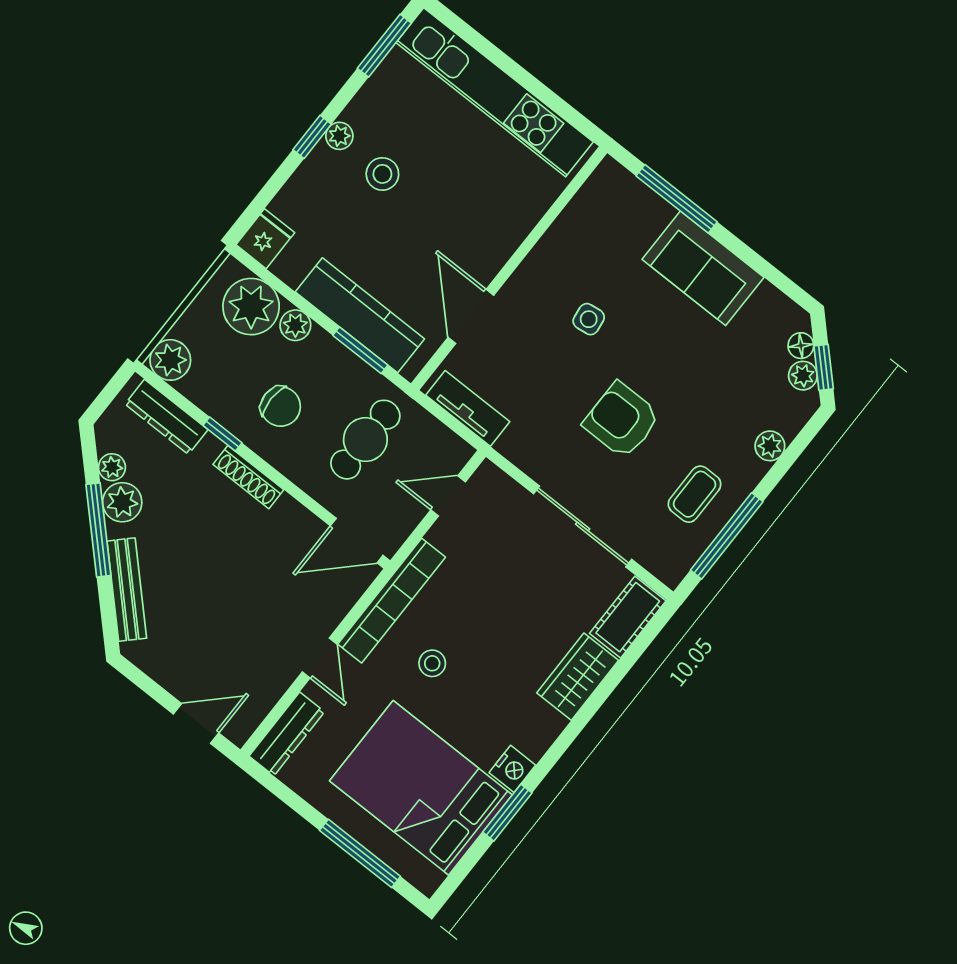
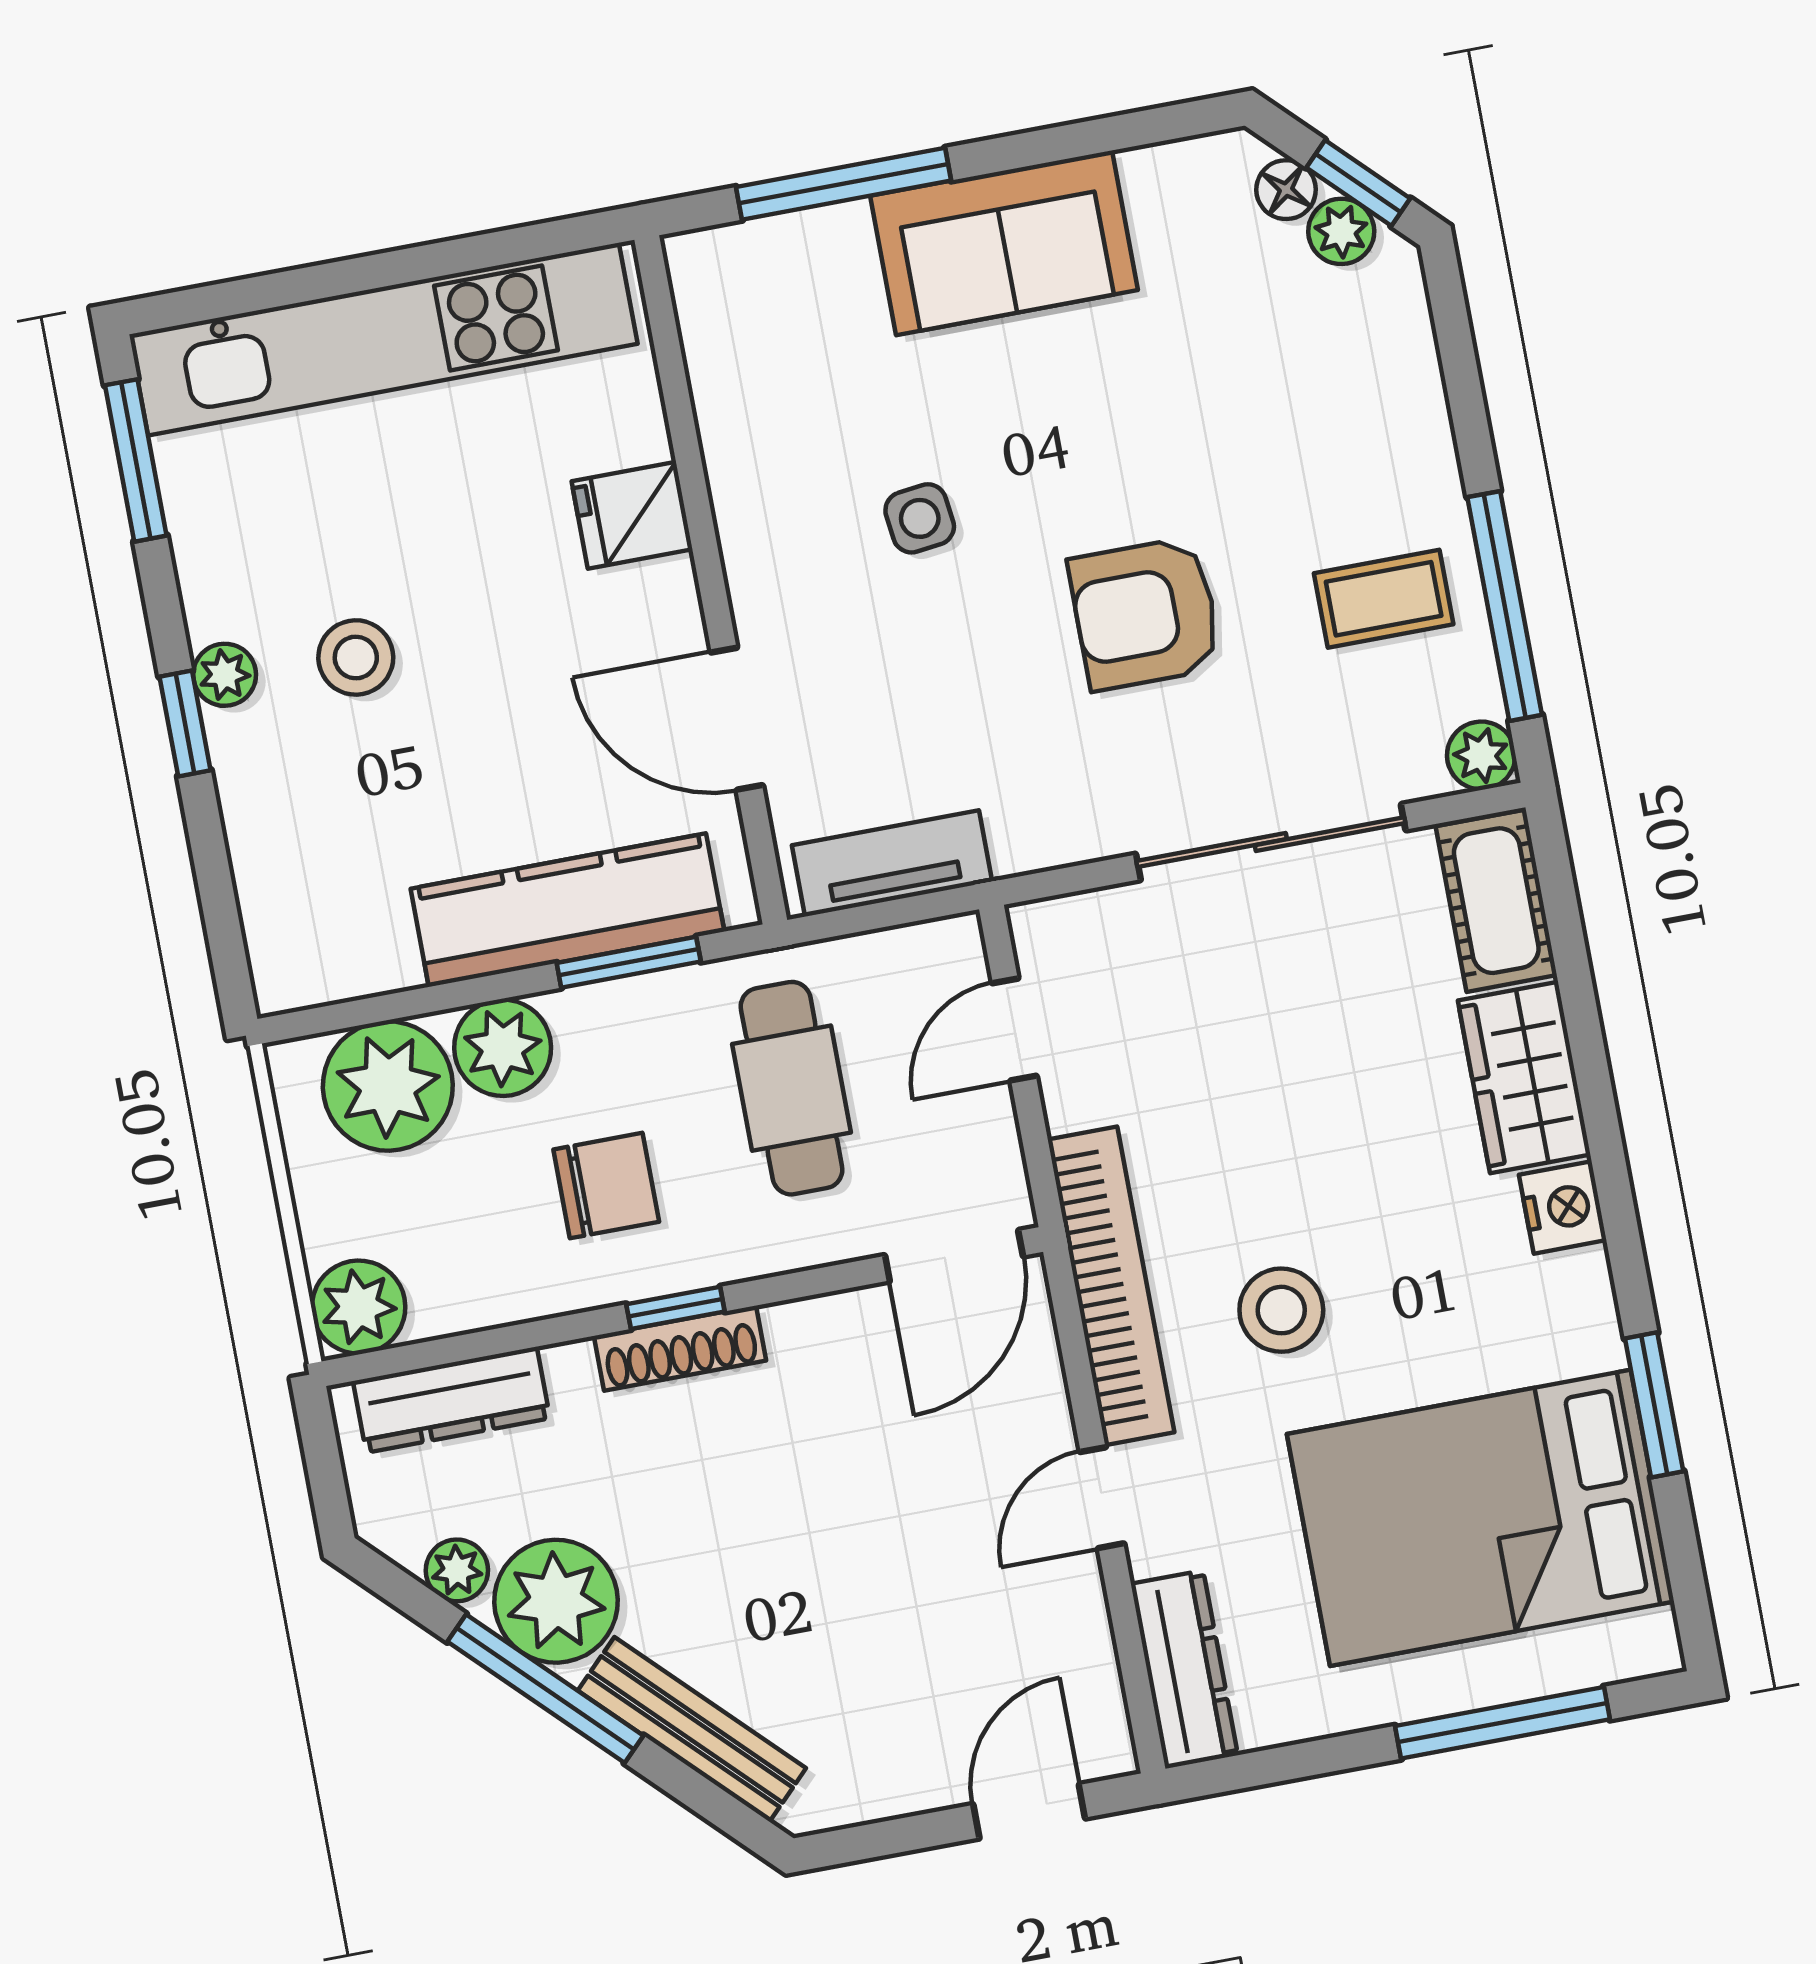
fridge: (265, 239) -> (632, 515), moved, turned -90
plant: (295, 325) -> (503, 1048), width x1.38, depth x1.38
window: (222, 434) -> (675, 1308), moved
plant: (770, 446) -> (1481, 755), moved
coffee table: (695, 494) -> (1384, 599), turned 90
plant: (122, 502) -> (556, 1601), width x1.36, depth x1.36
door: (320, 658) -> (1102, 1498), swing flipped
stool: (432, 663) -> (1281, 1310), width x1.37, depth x1.37
nightstand: (512, 769) -> (1563, 1207), moved

